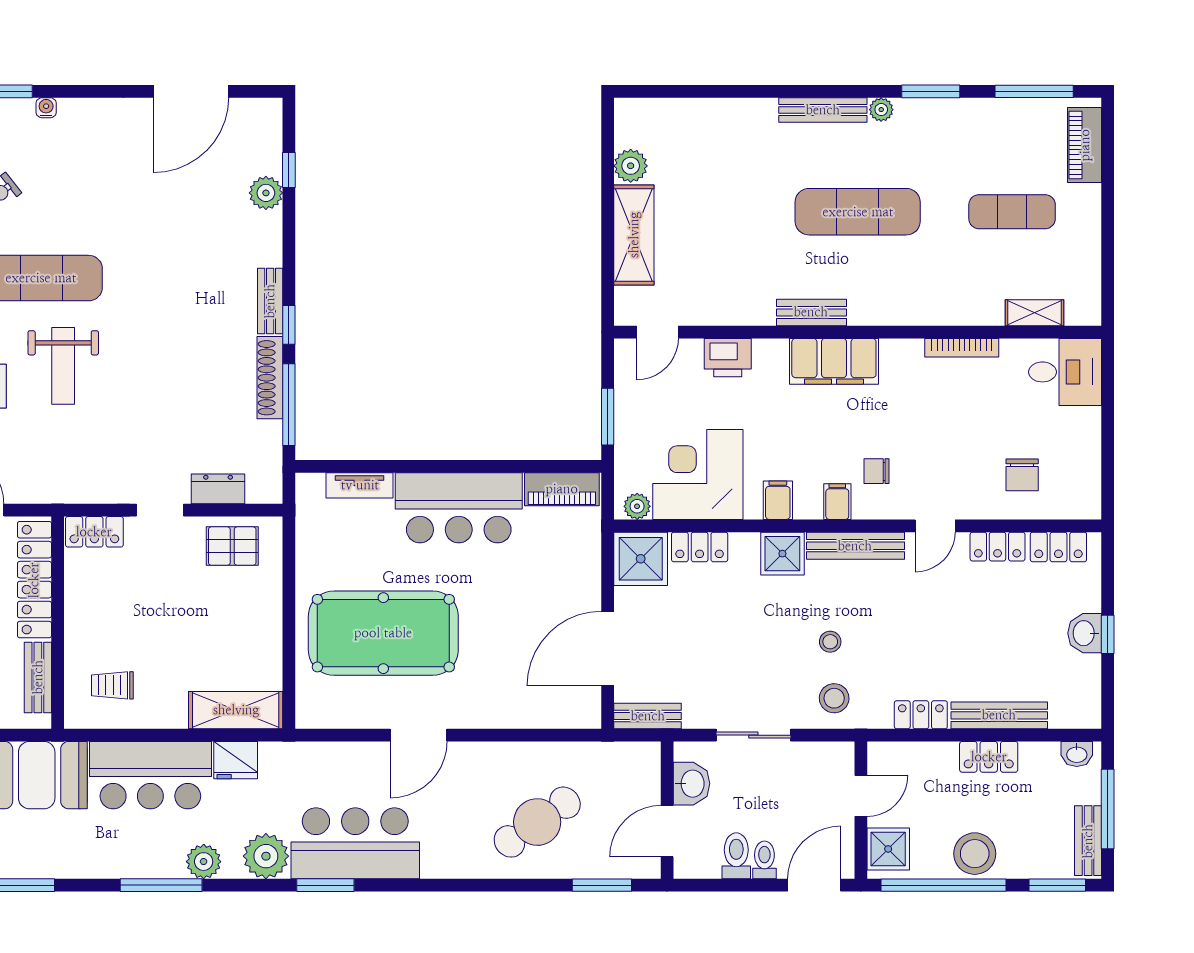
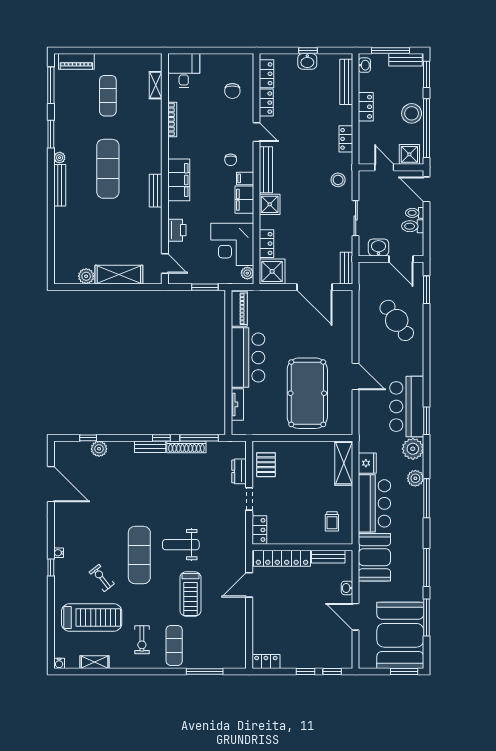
weight bench: (63, 366) -> (181, 545), turned 180
chair: (1022, 475) -> (232, 91), turned 90
filing cabinet: (778, 500) -> (244, 200), width x2.00
stool: (830, 642) -> (311, 182), removed
bench: (999, 715) -> (346, 82), moved

